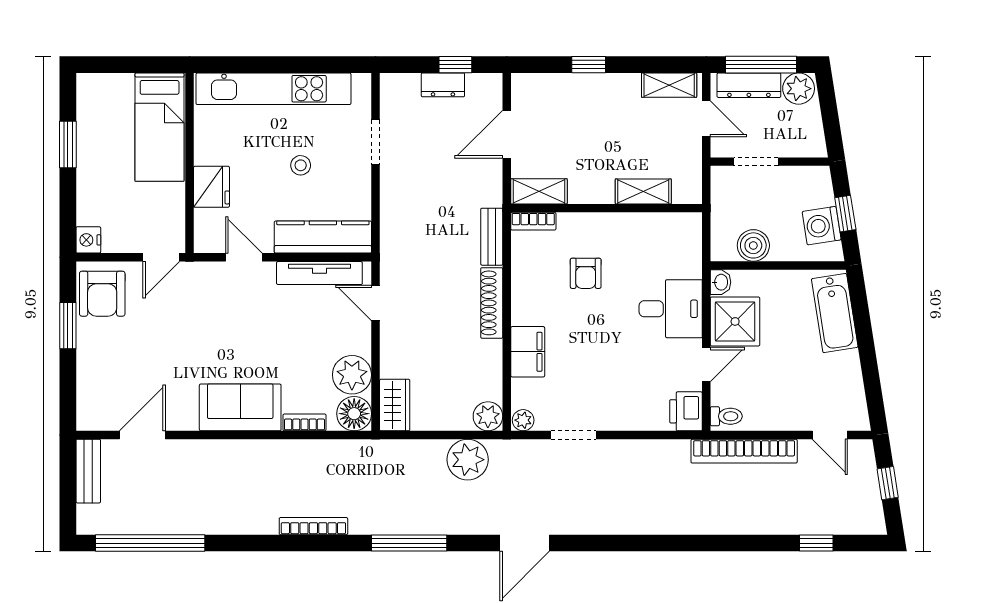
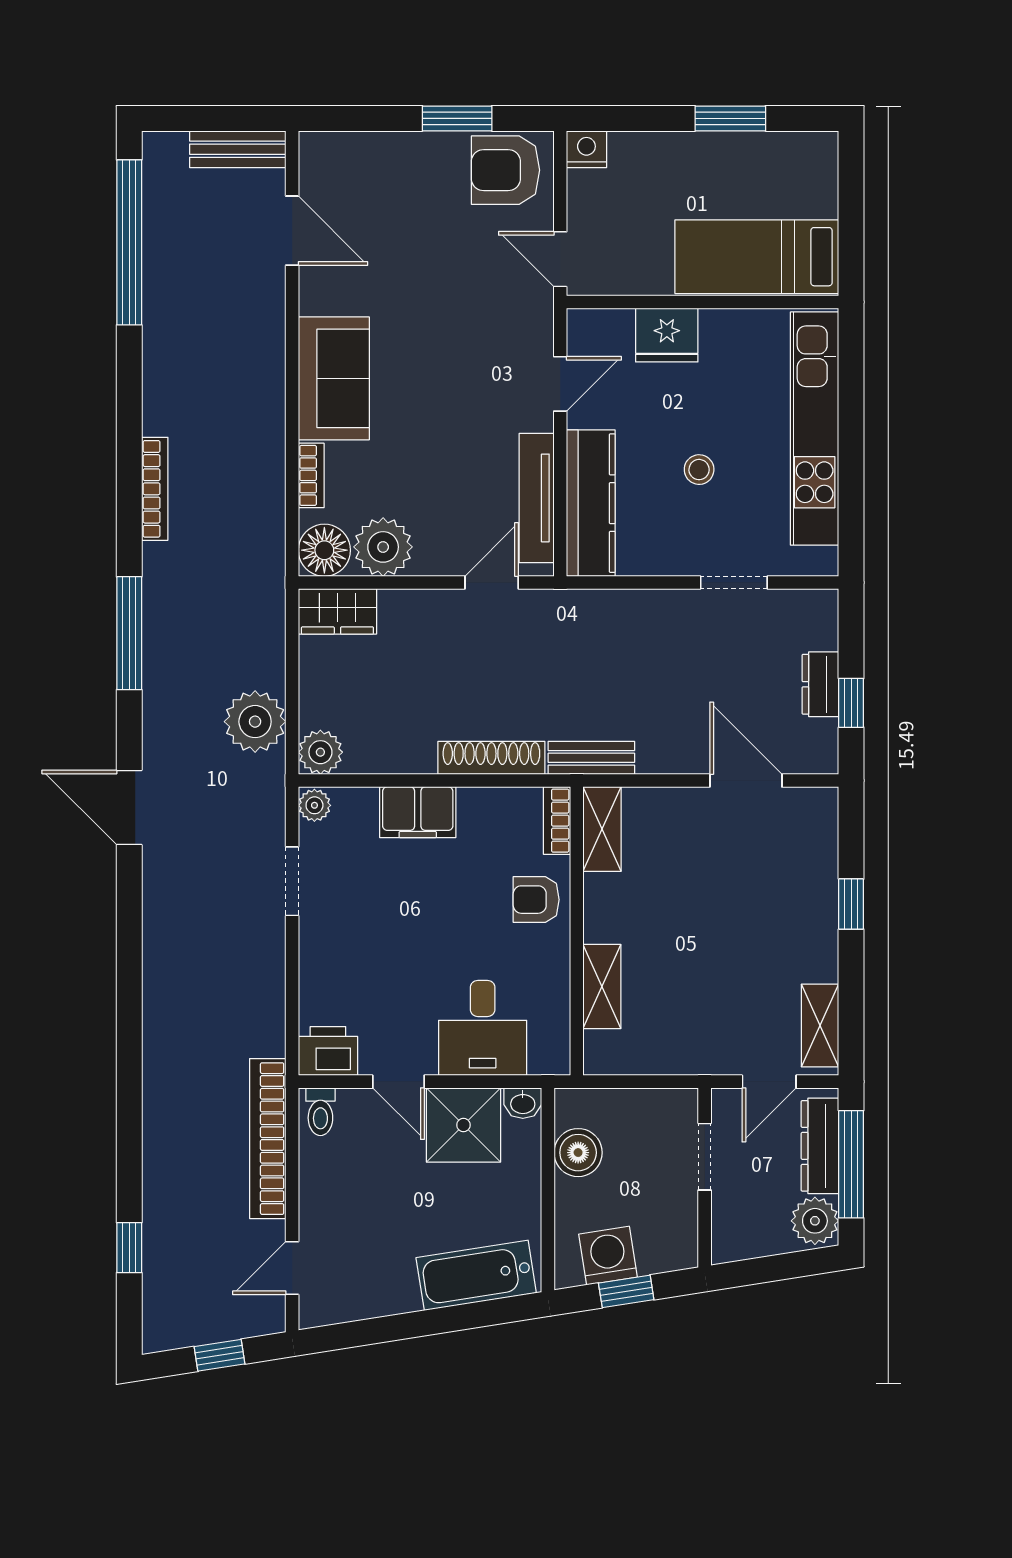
shelving: (539, 191) -> (602, 829), moved
shelving: (643, 191) -> (602, 986), moved
wall: (607, 208) -> (577, 931), moved
bookcase: (533, 221) -> (557, 821), moved

